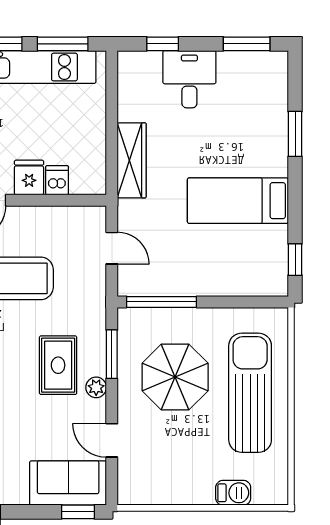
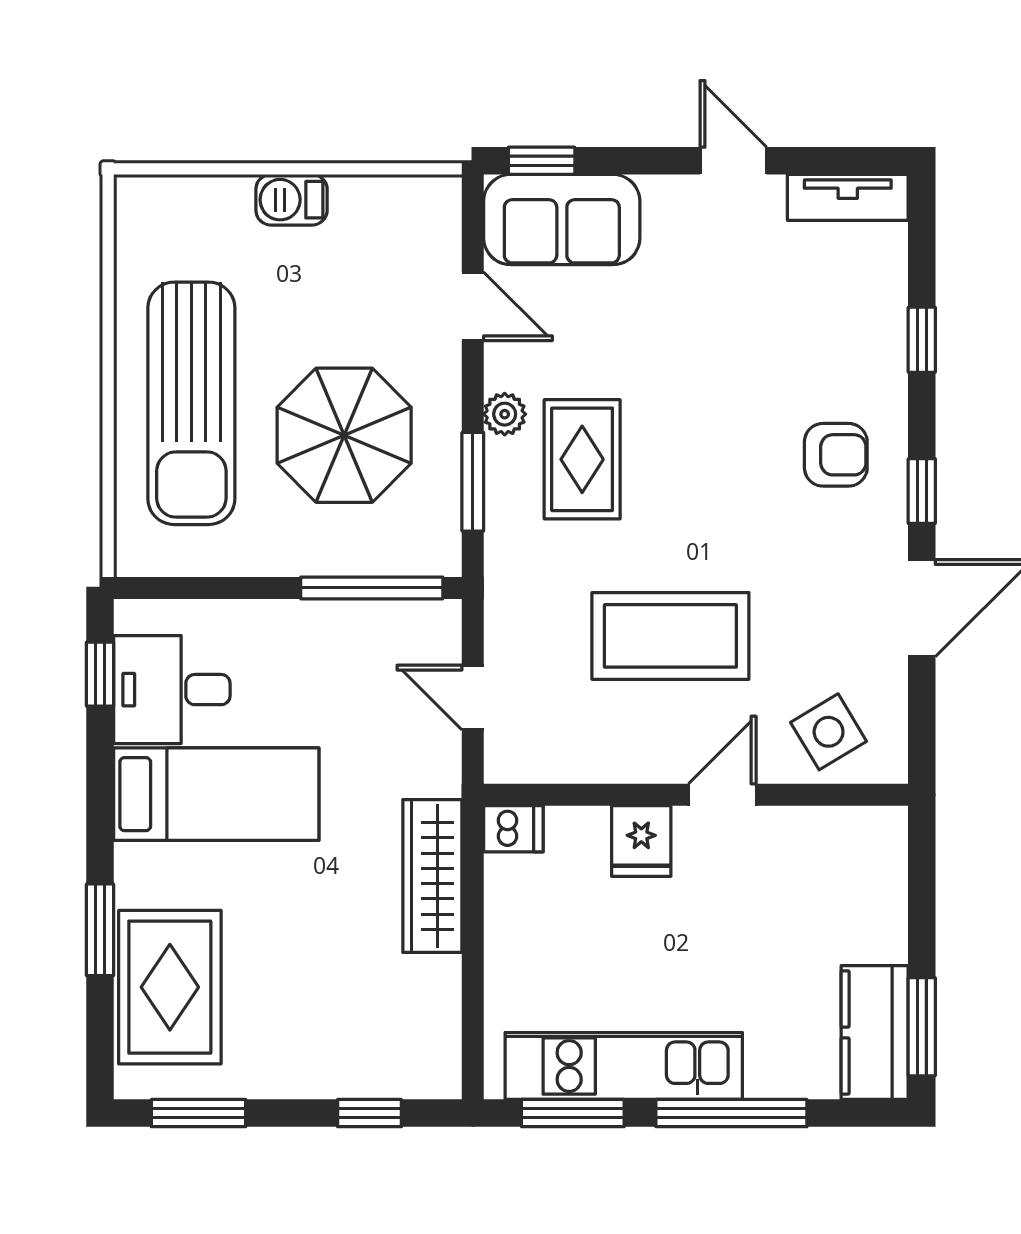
desk: (189, 79) -> (172, 690), moved, turned 90
rug: (261, 106) -> (170, 987), added
dishwasher: (57, 180) -> (513, 829), moved, turned -90
barbecue: (233, 493) -> (292, 200), moved

